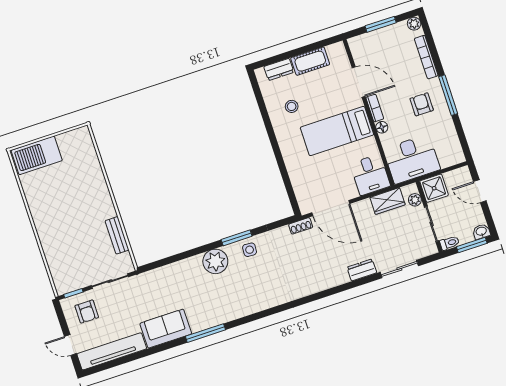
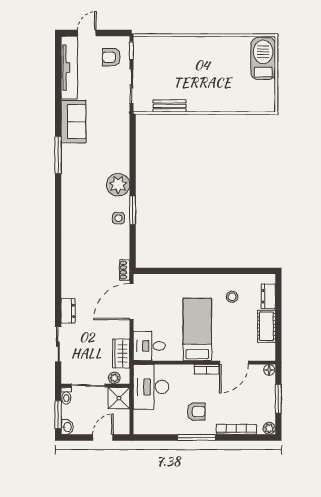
floor lamp: (382, 127) -> (269, 370), moved

